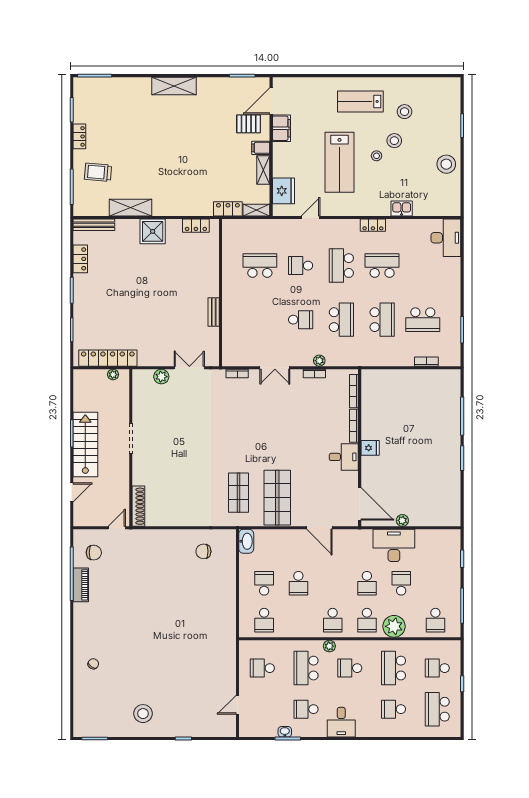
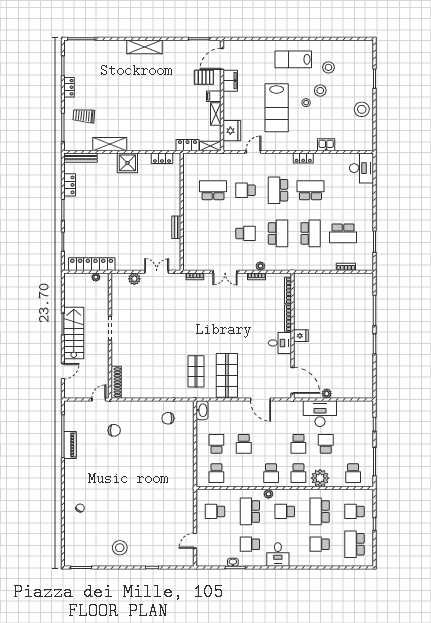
chair: (94, 553) -> (114, 430), moved

